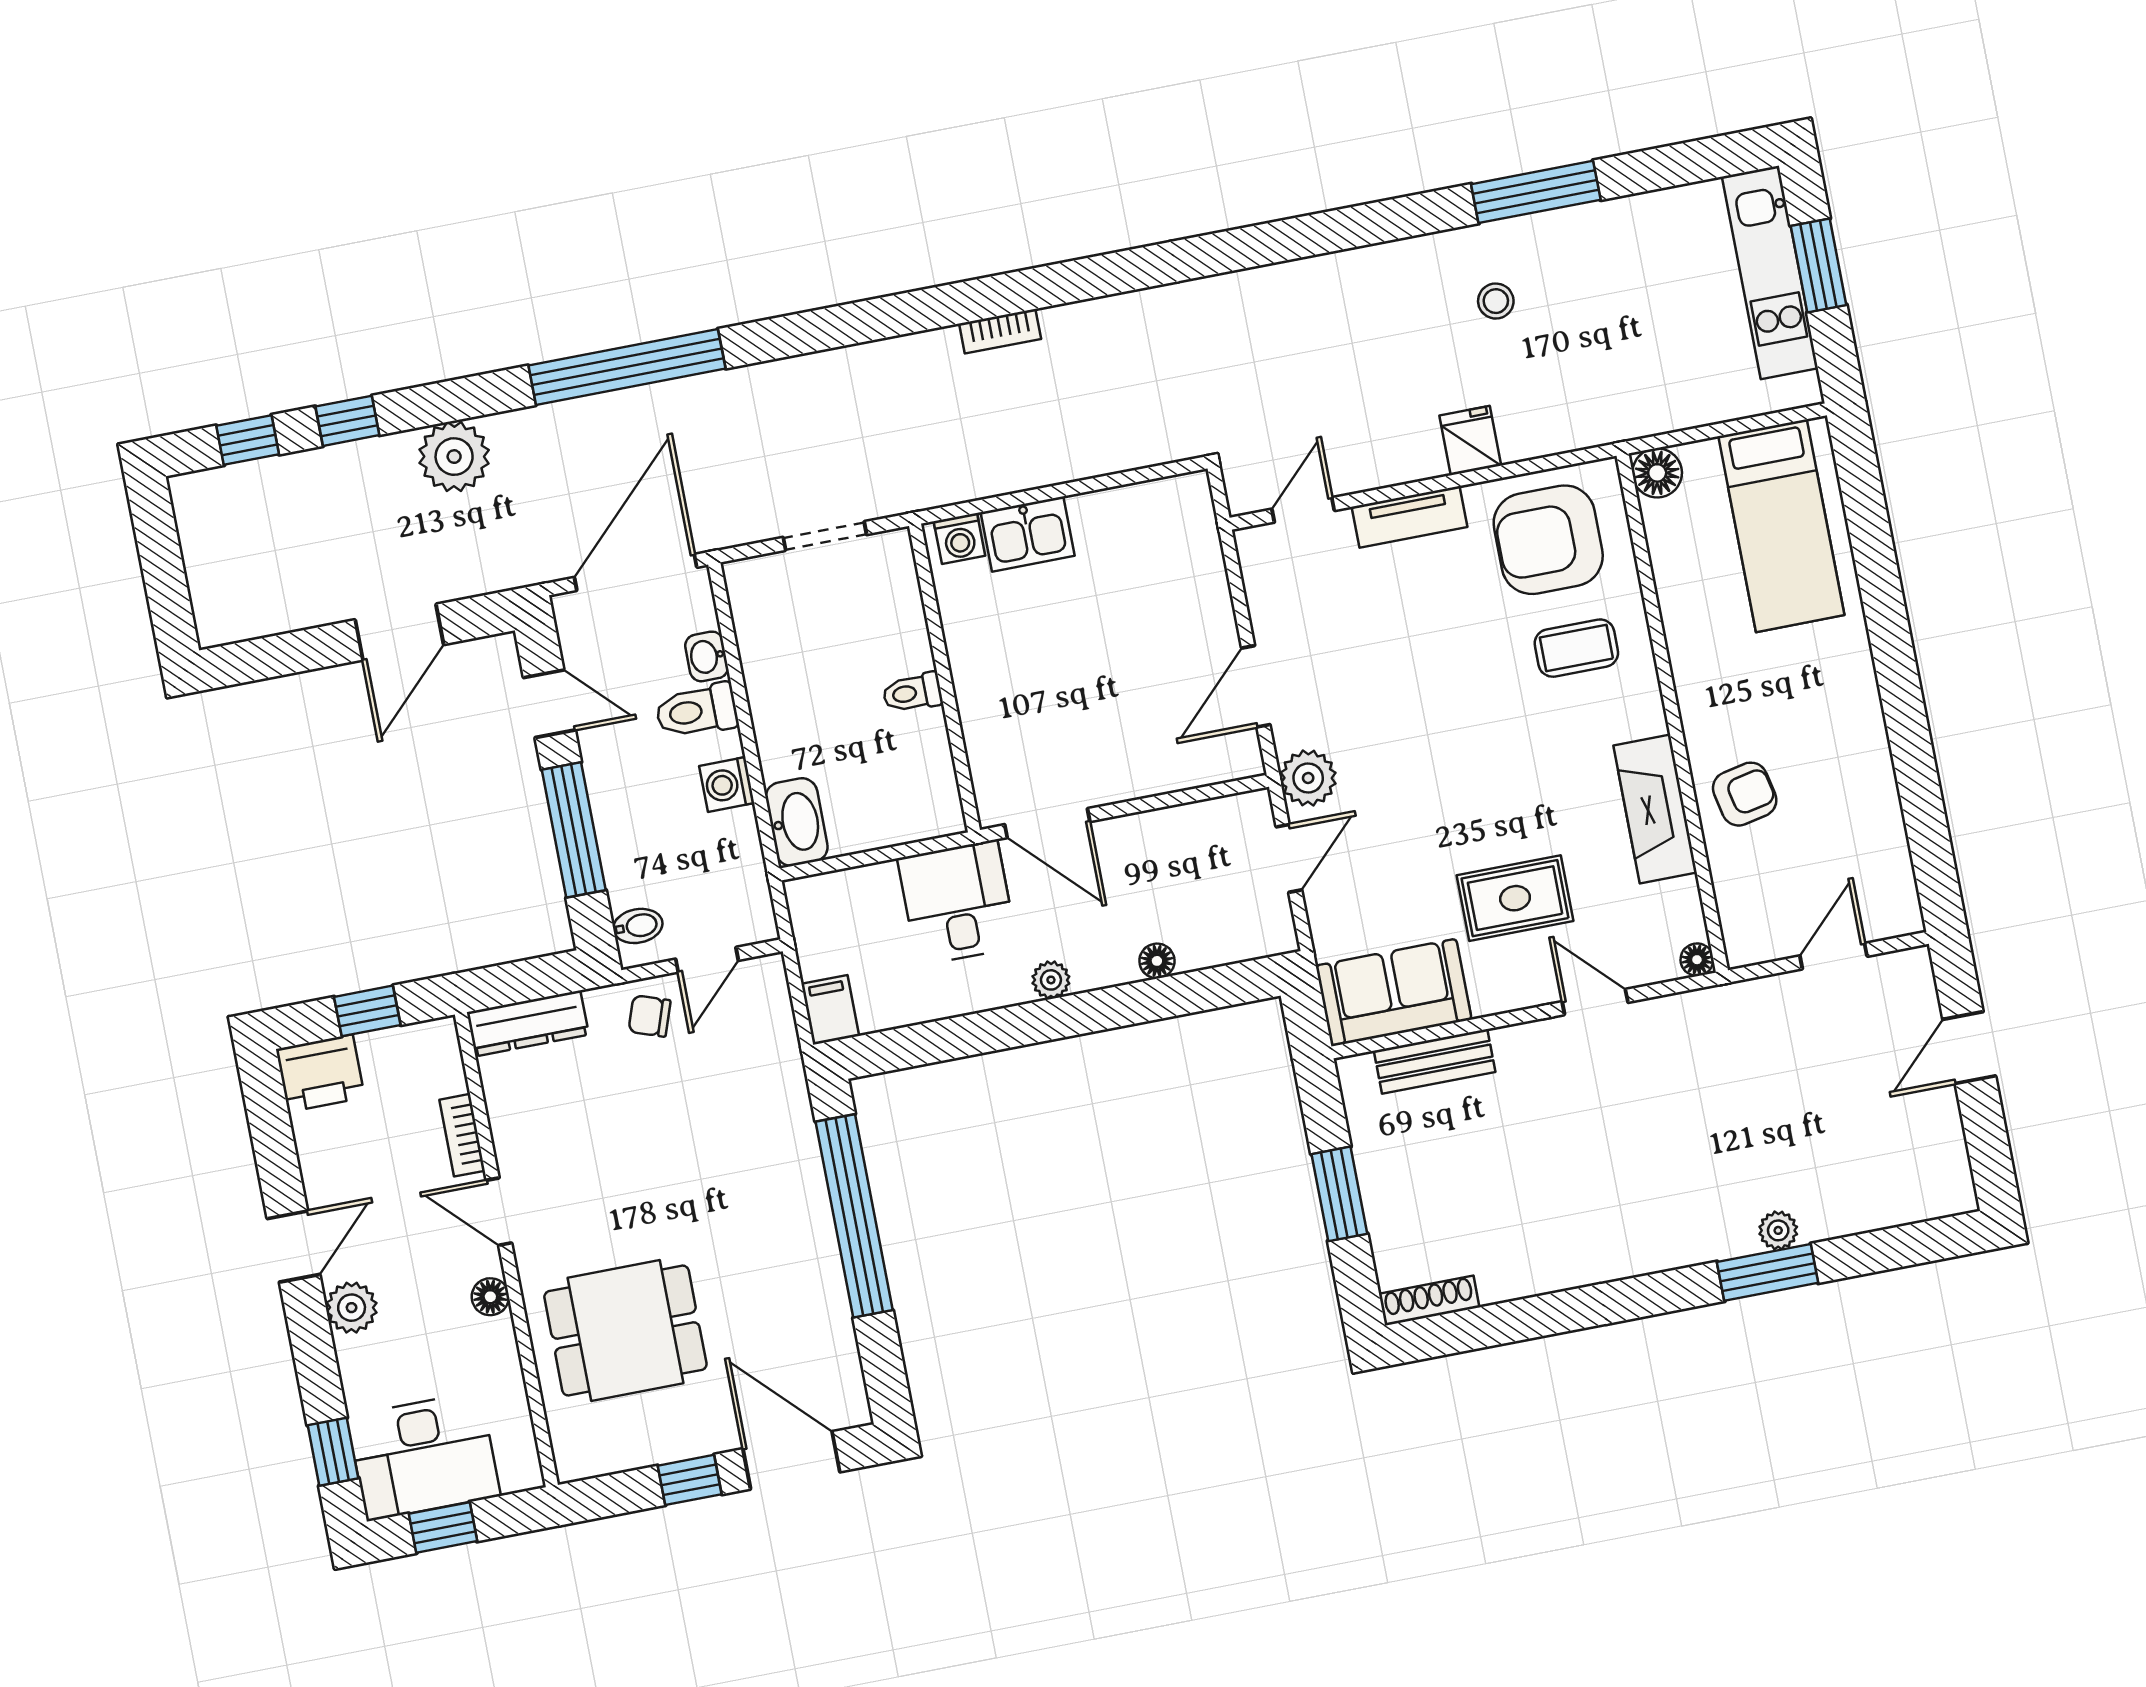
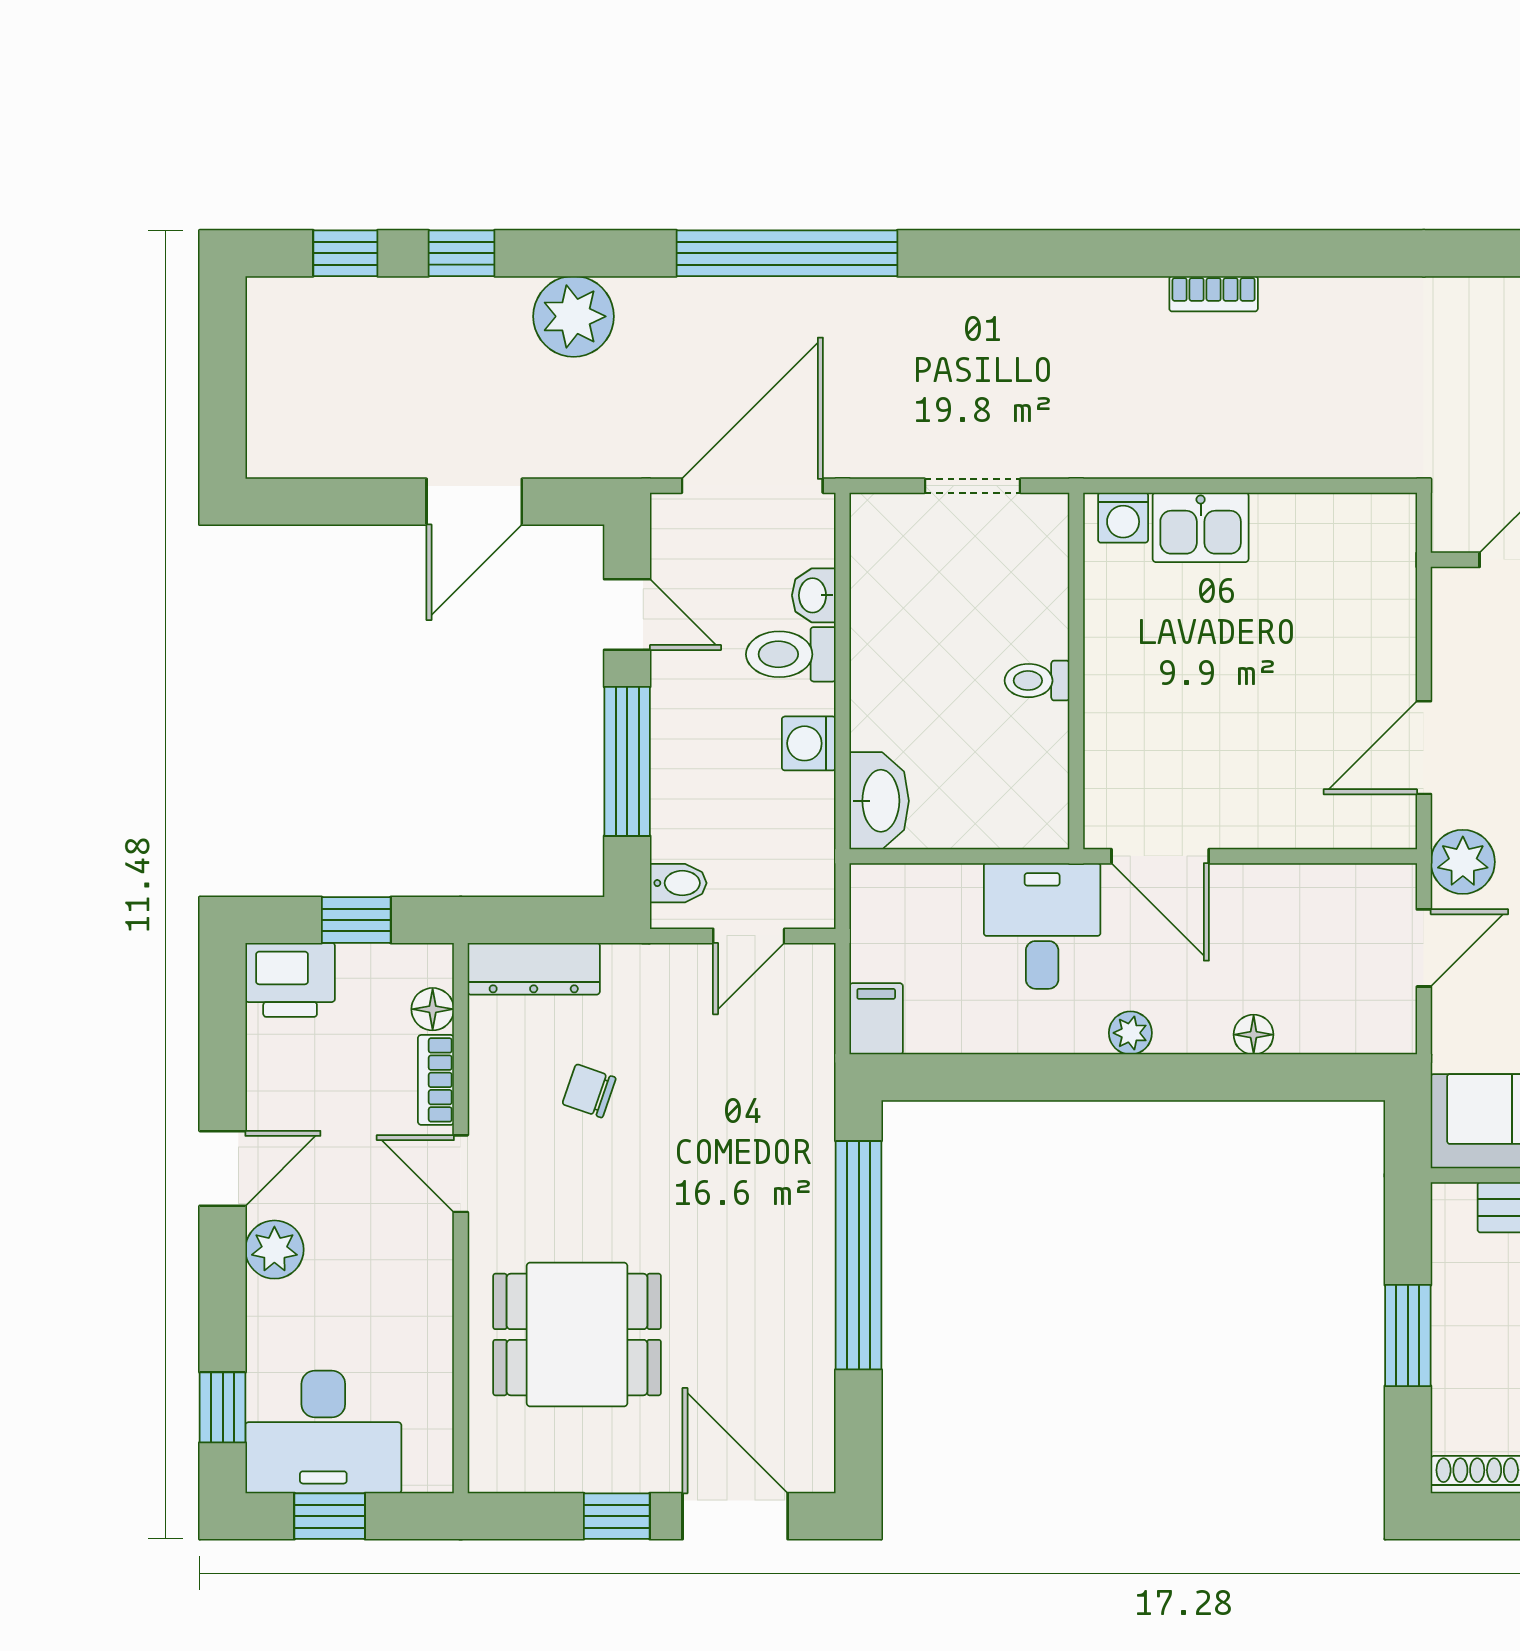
chair: (650, 1016) -> (589, 1091), moved
floor lamp: (490, 1297) -> (433, 1009), moved

